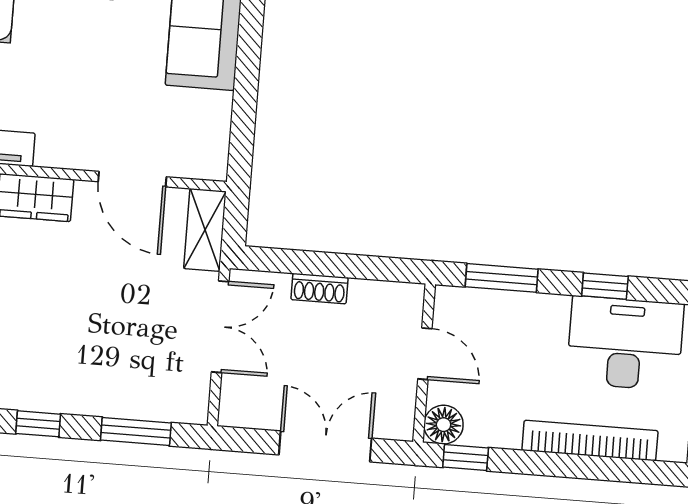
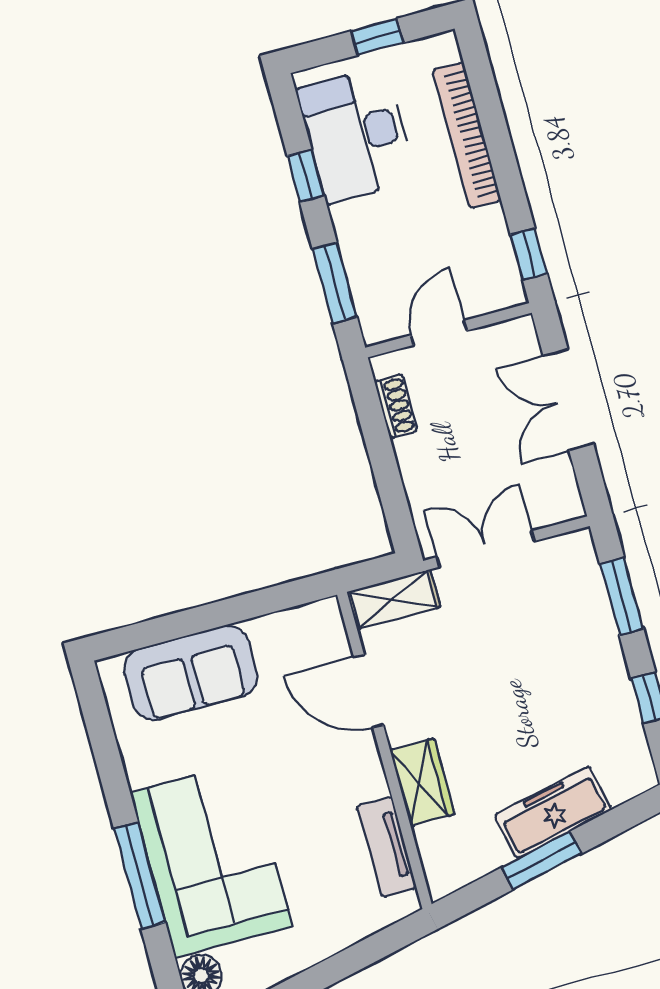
door: (132, 179) -> (368, 691), swing flipped
shoe rack: (319, 289) -> (396, 406), moved
floor lamp: (444, 425) -> (504, 288), removed

